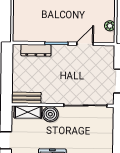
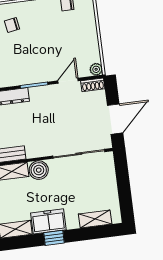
plant: (110, 26) -> (96, 69), moved
shoe rack: (105, 50) -> (93, 85), added

